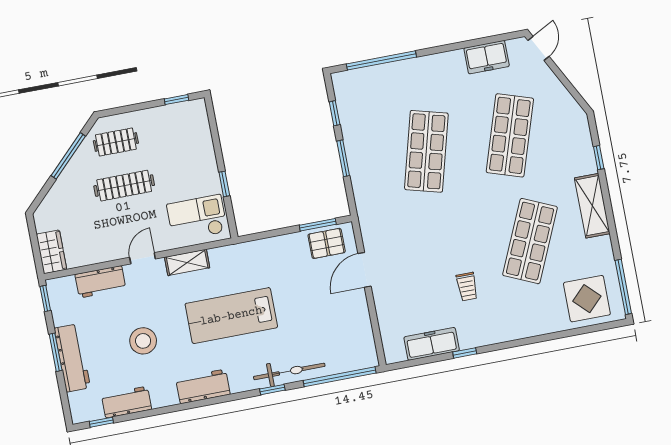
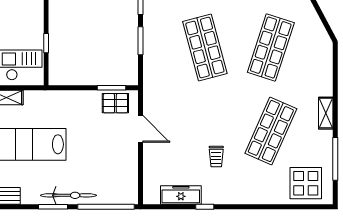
shop shelf: (426, 151) -> (205, 48), turned -30
window: (599, 158) -> (335, 77), removed
shelving: (592, 206) -> (326, 113), width x0.67, depth x0.75
door: (364, 270) -> (140, 129), swing flipped
window: (623, 287) -> (335, 159), moved
window: (272, 390) -> (53, 207), width x1.50

